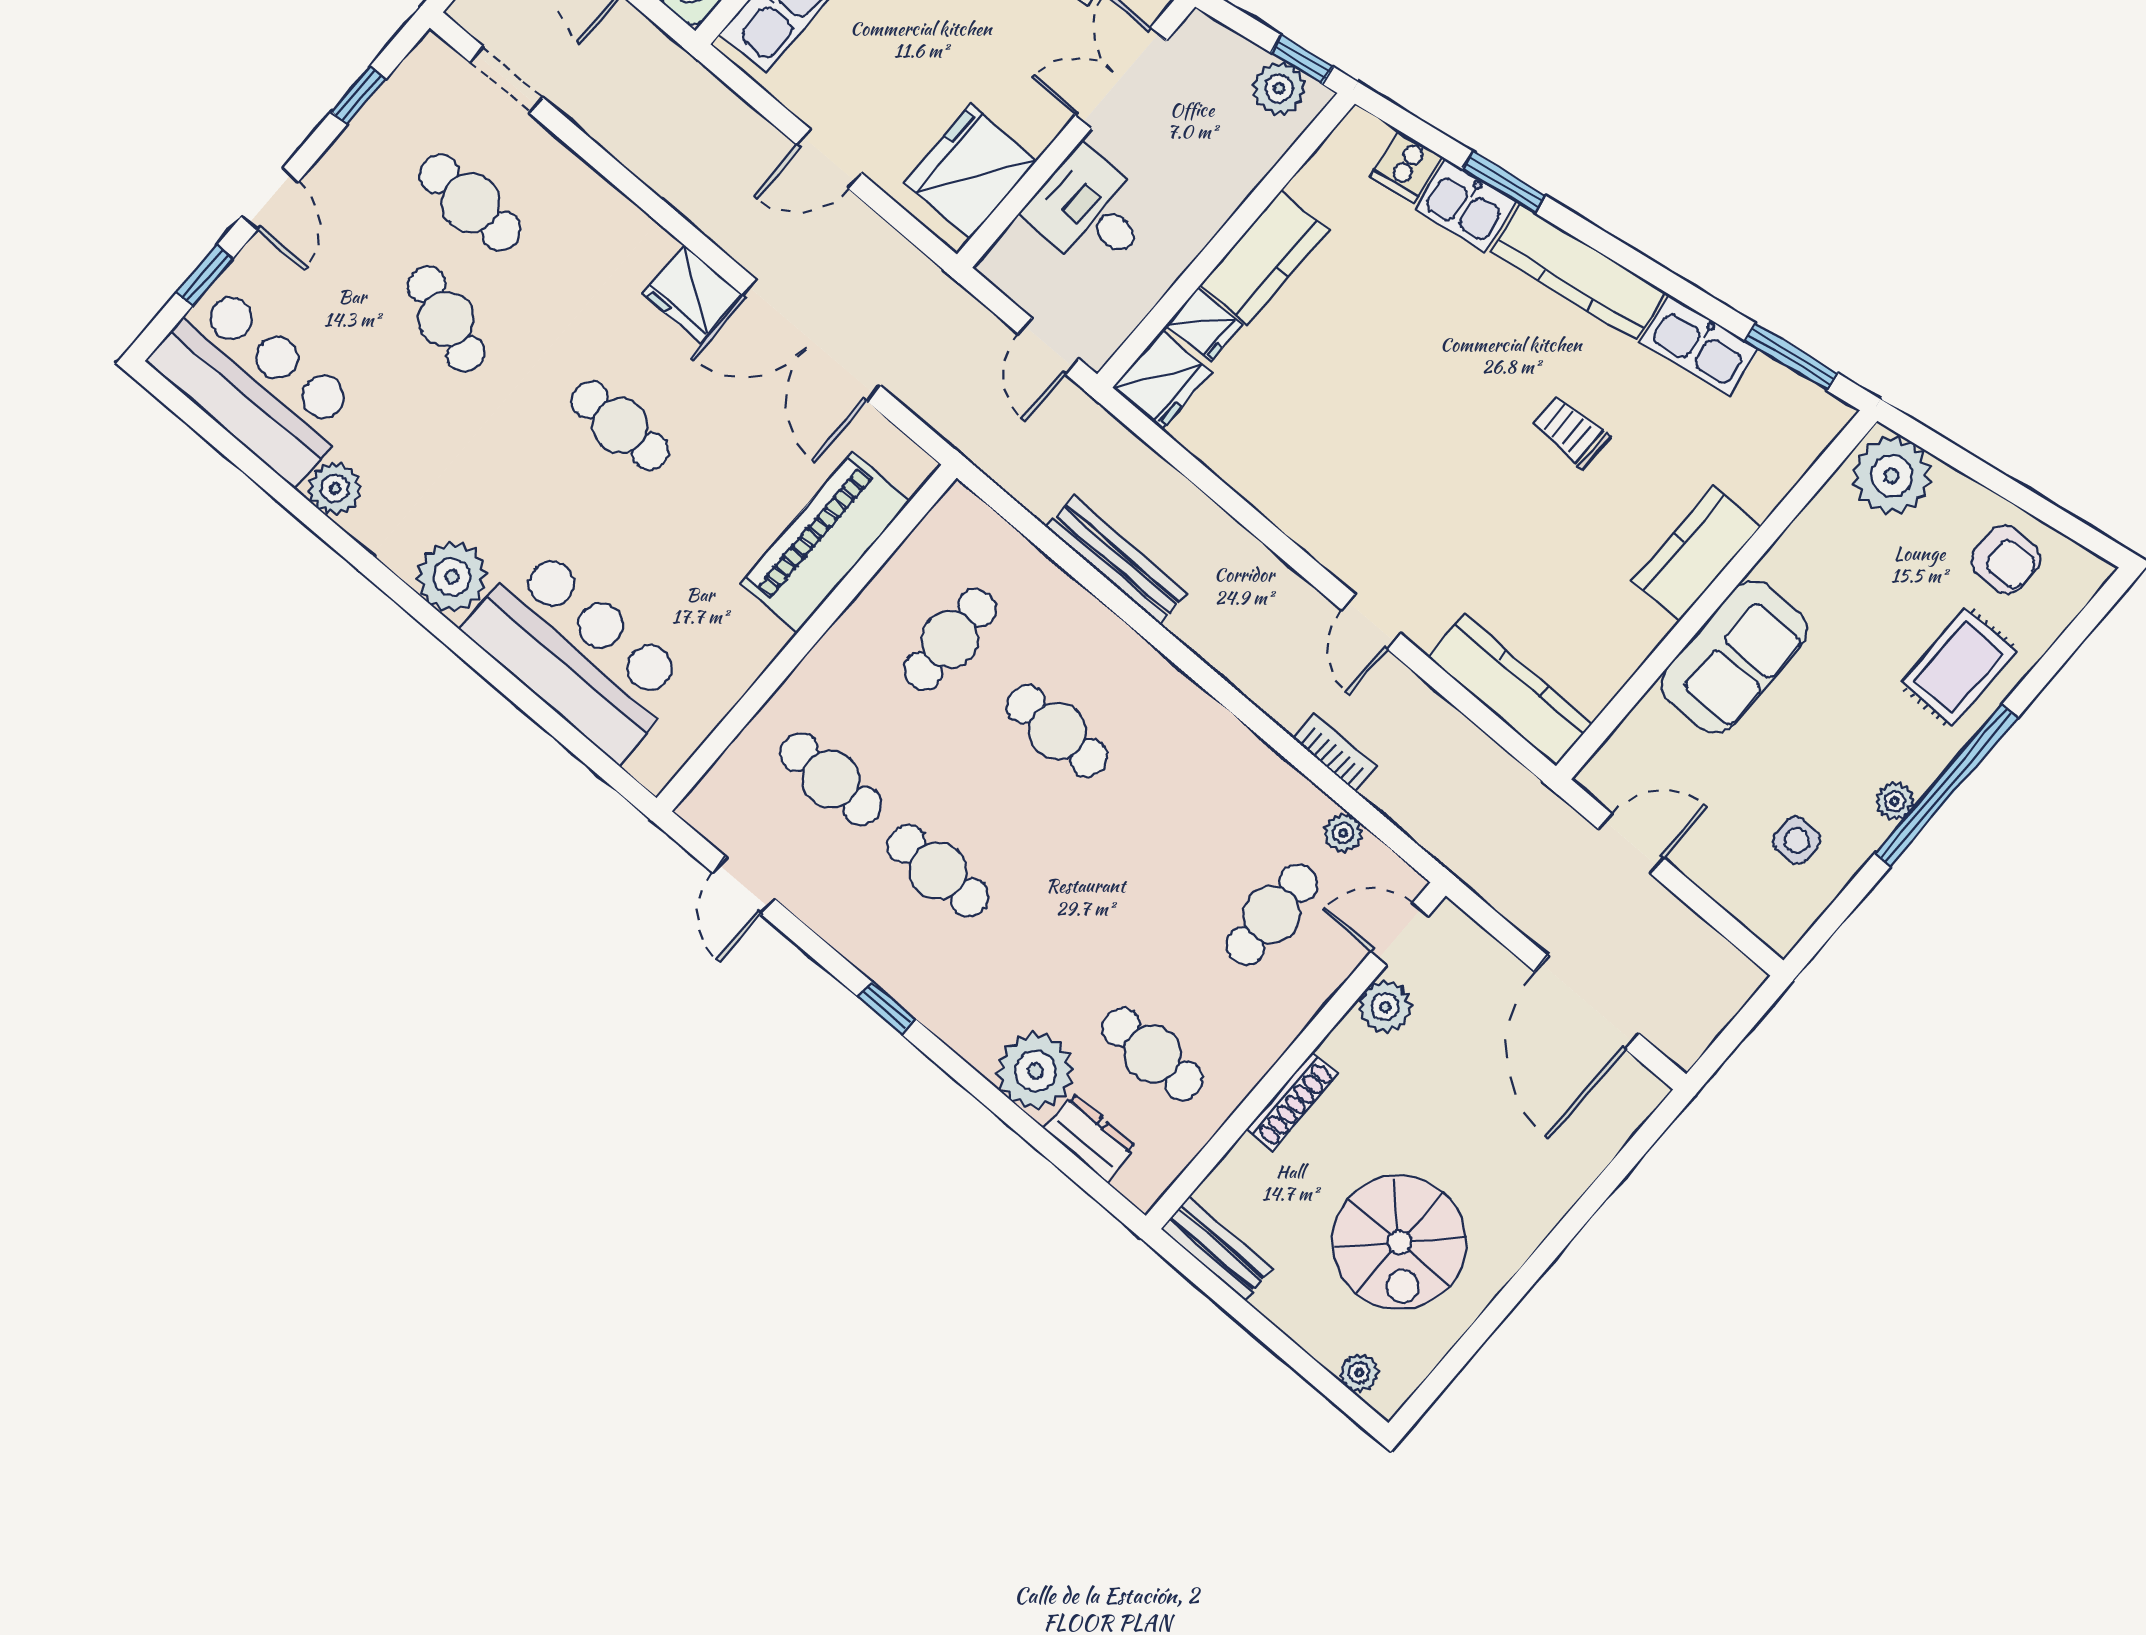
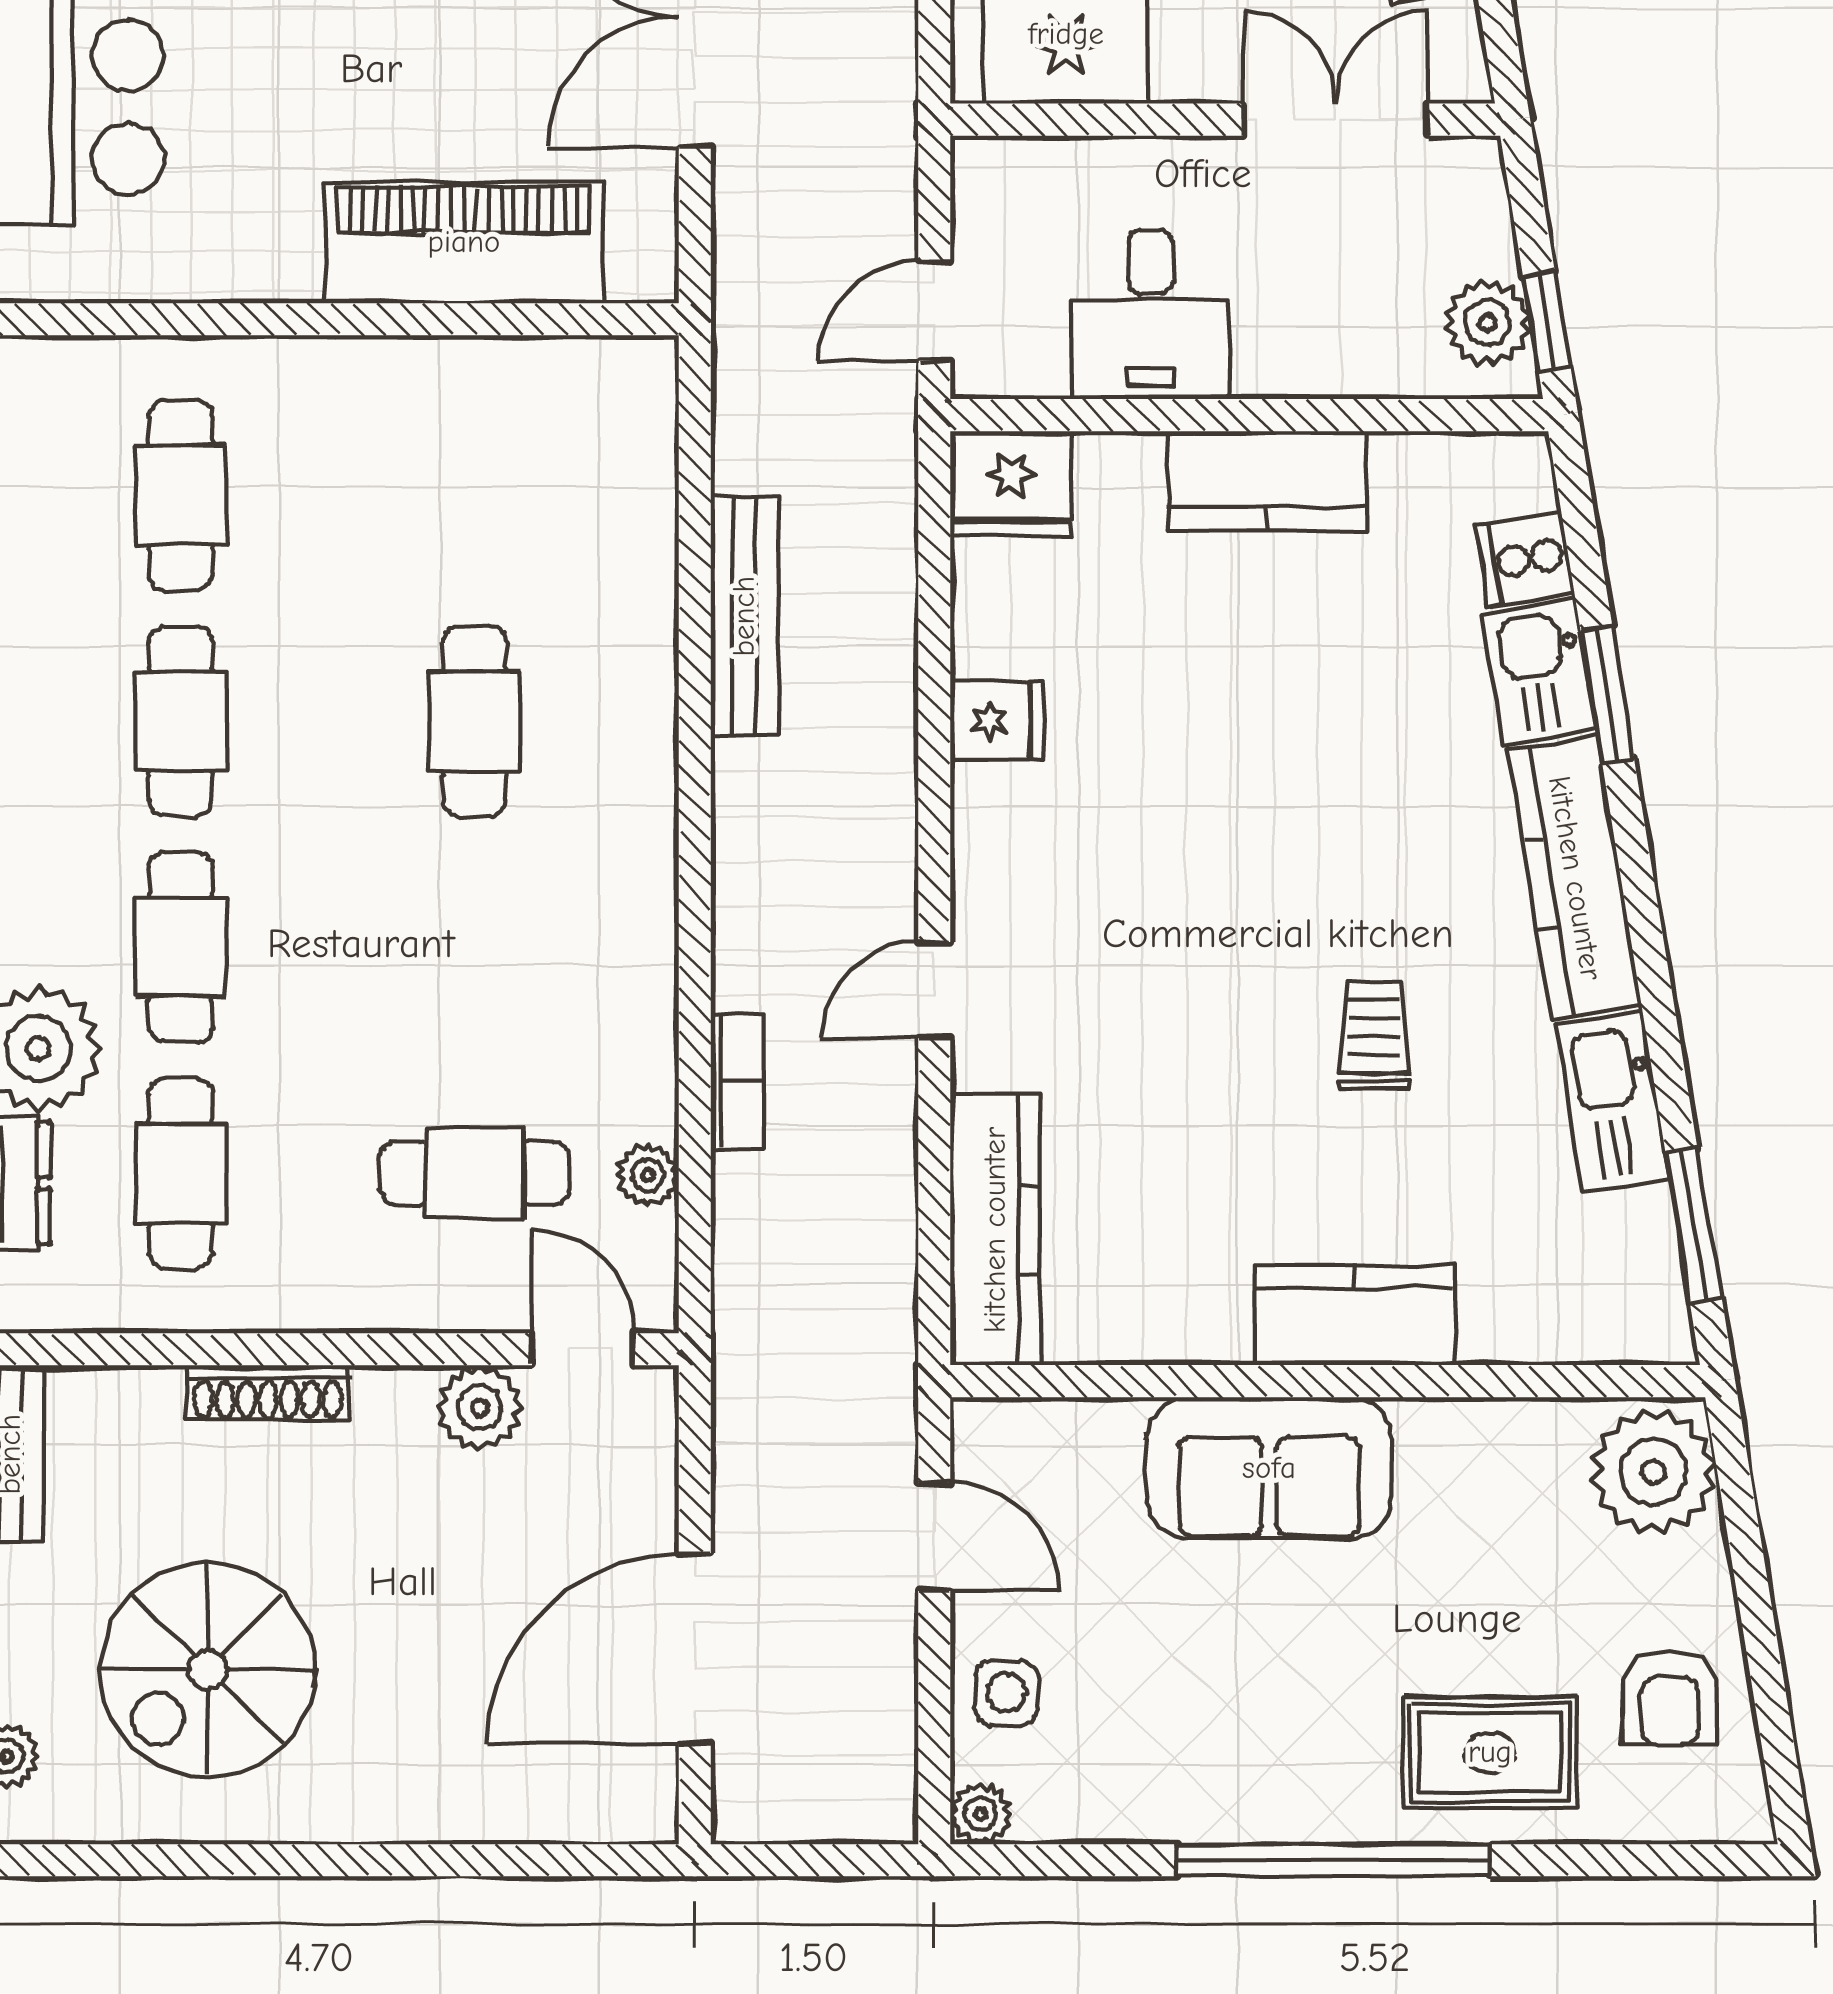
desk: (1090, 211) -> (1150, 315), moved, turned 180
fridge: (1204, 325) -> (997, 721), moved, turned -90
cafe table: (950, 639) -> (181, 947), moved, turned 90
plant: (1895, 801) -> (981, 1814), moved
side table: (1797, 840) -> (1007, 1692), moved

